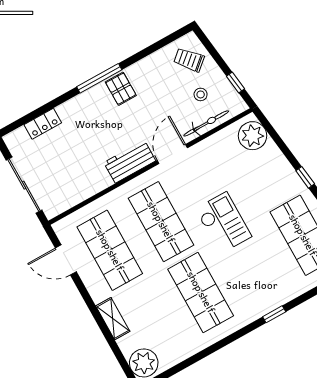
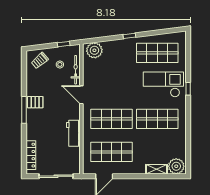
locker: (43, 124) -> (31, 155), width x1.53
workbench: (130, 162) -> (73, 133), moved
checkout: (223, 223) -> (163, 84), moved, width x1.36, depth x1.21
shelving: (113, 319) -> (156, 169), moved

